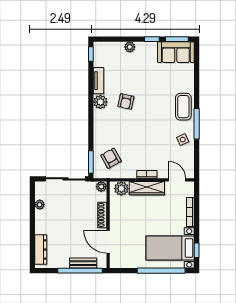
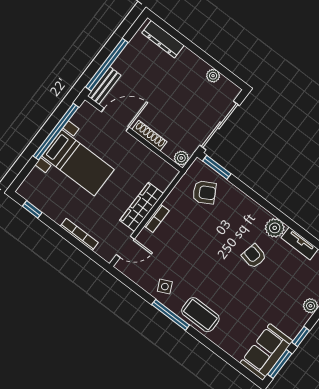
plant: (121, 189) -> (162, 178), removed
bed with nightstands: (170, 248) -> (78, 163), moved, turned 90
bench: (83, 263) -> (104, 86), moved
window: (161, 271) -> (56, 132), moved

